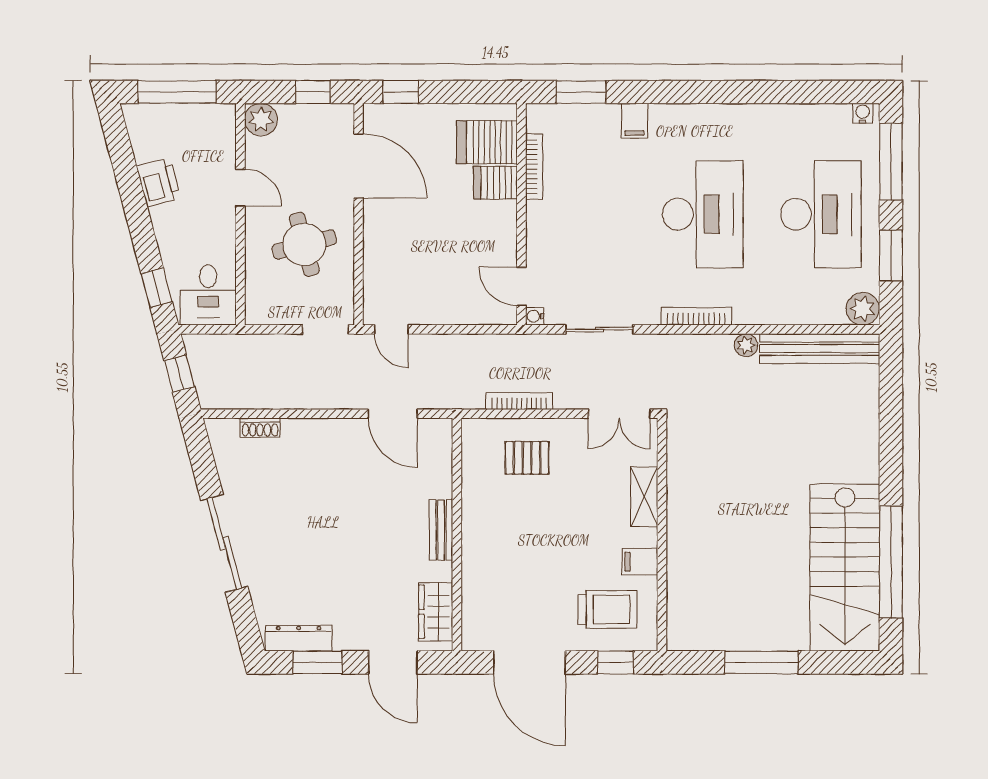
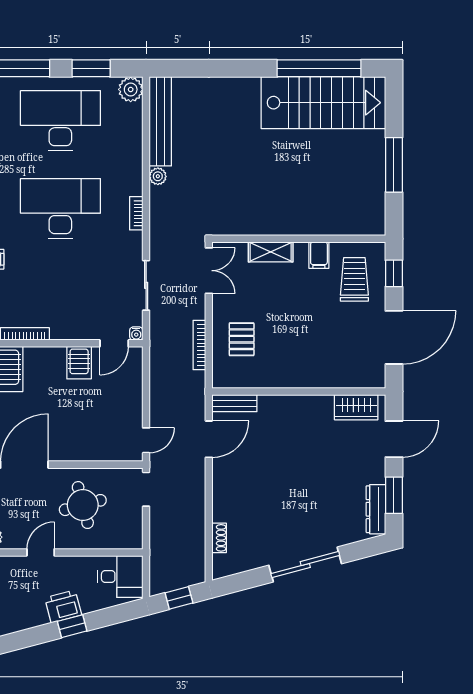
printer: (159, 182) -> (63, 606), moved
server rack: (495, 183) -> (79, 363), moved
window: (157, 288) -> (72, 626), moved
bookcase: (696, 316) -> (136, 213), width x0.64
bench: (441, 530) -> (234, 403), moved

